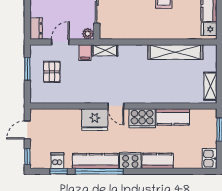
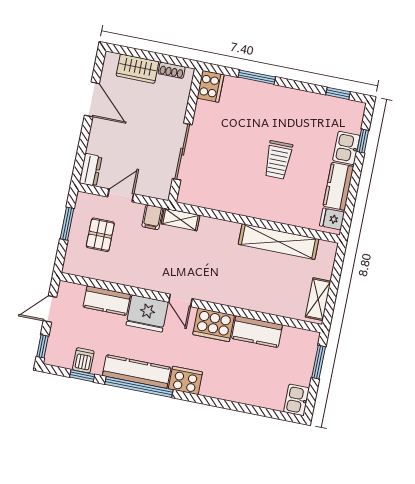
plant: (88, 34) -> (161, 192), removed
kitchen counter: (158, 161) -> (107, 301), moved, turned 180

